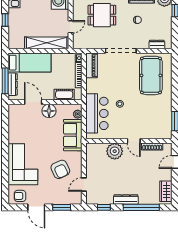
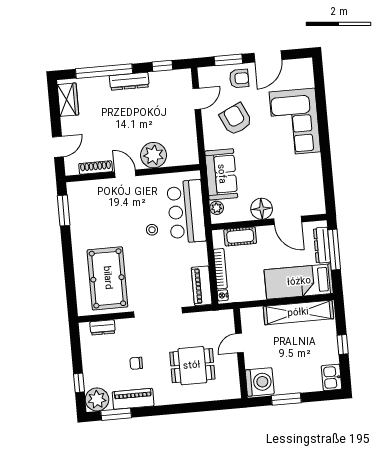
shelving: (47, 43) -> (298, 313), moved
armchair: (20, 196) -> (239, 78), moved
door: (36, 207) -> (268, 56), swing flipped

